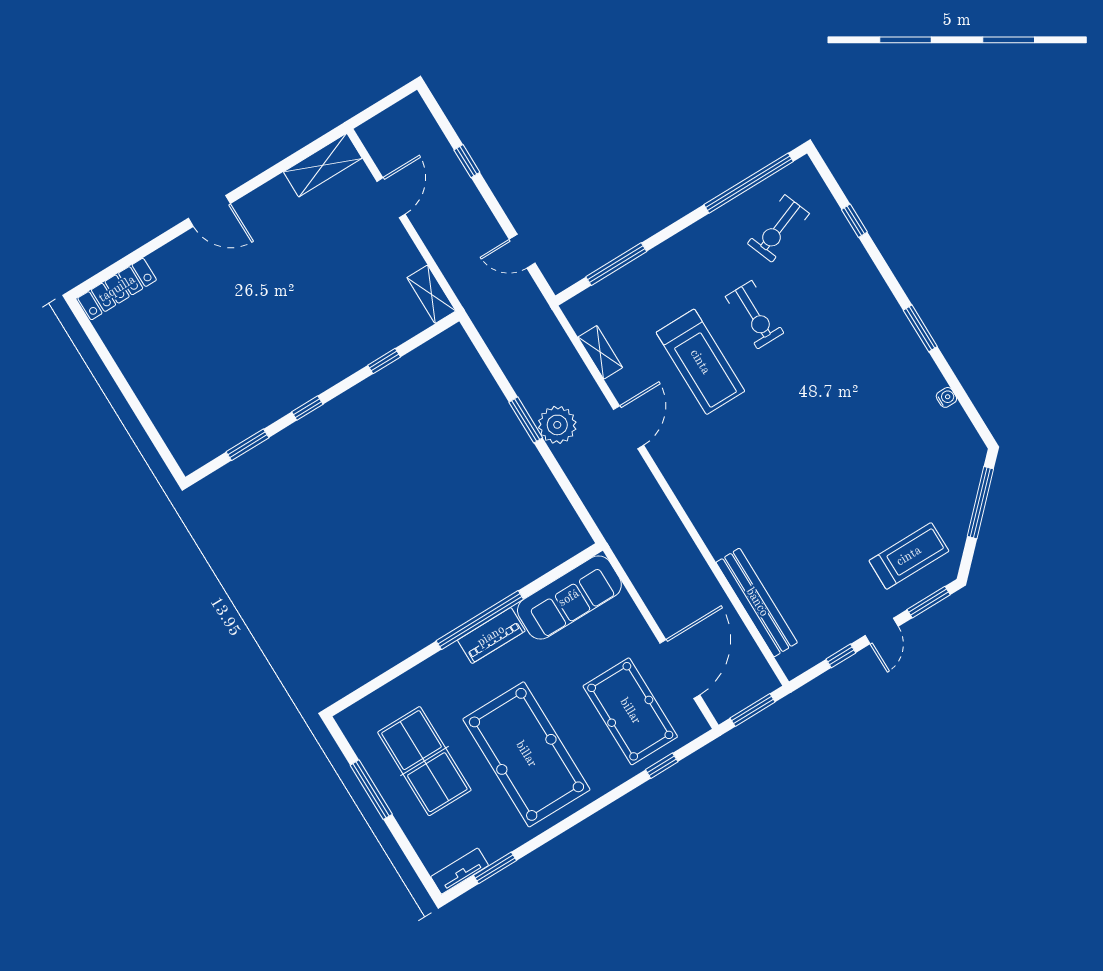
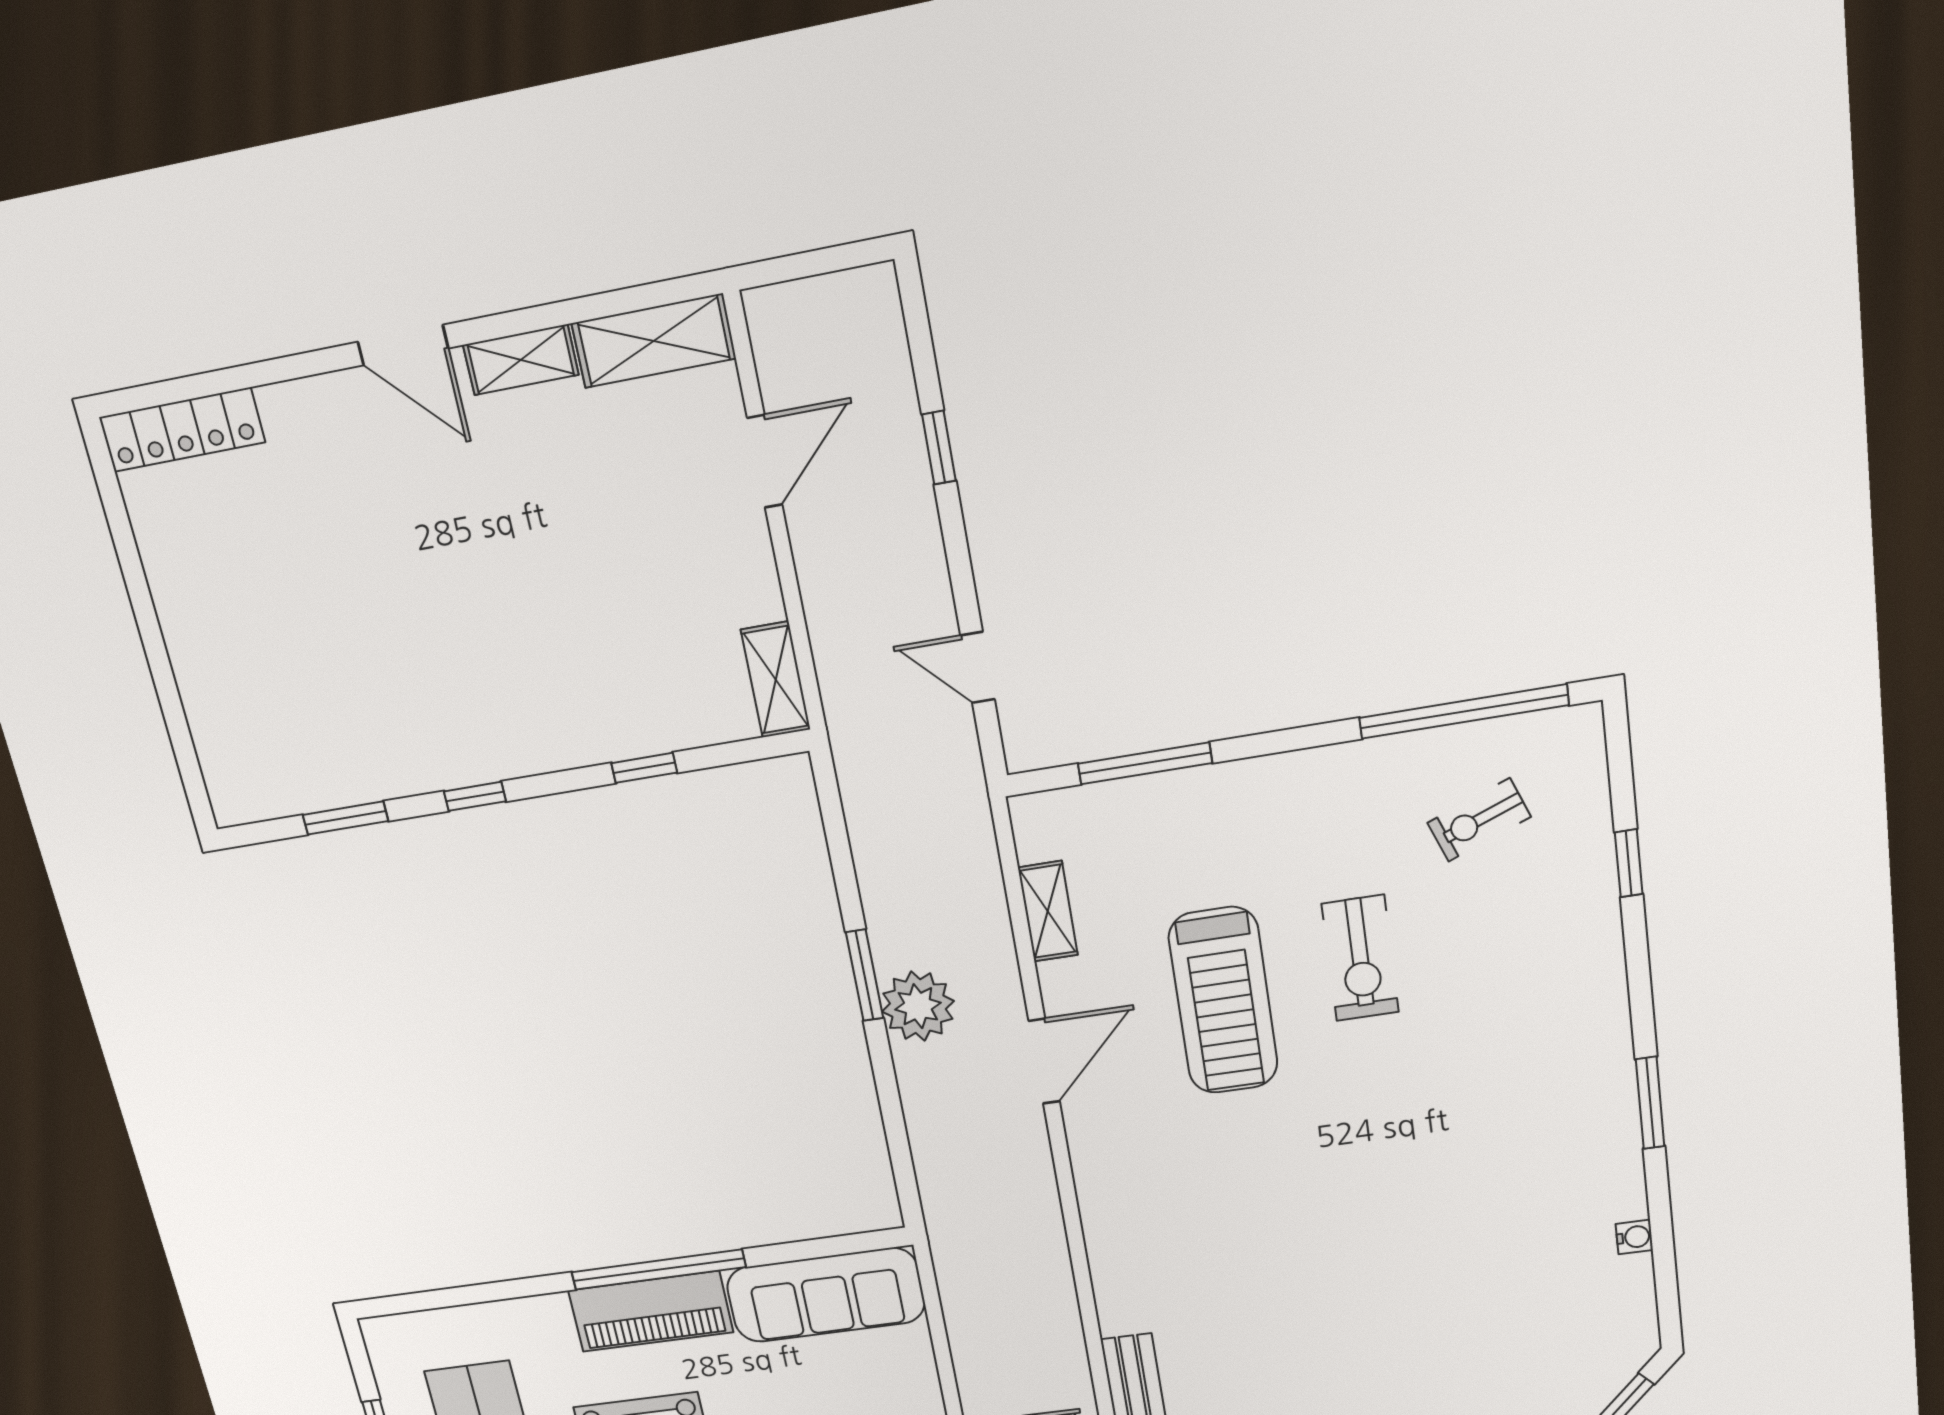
shelving: (265, 197) -> (521, 360), added
exercise bike: (778, 228) -> (1479, 820), width x0.73, depth x0.72
piano: (491, 636) -> (651, 1311), width x1.37, depth x1.33

